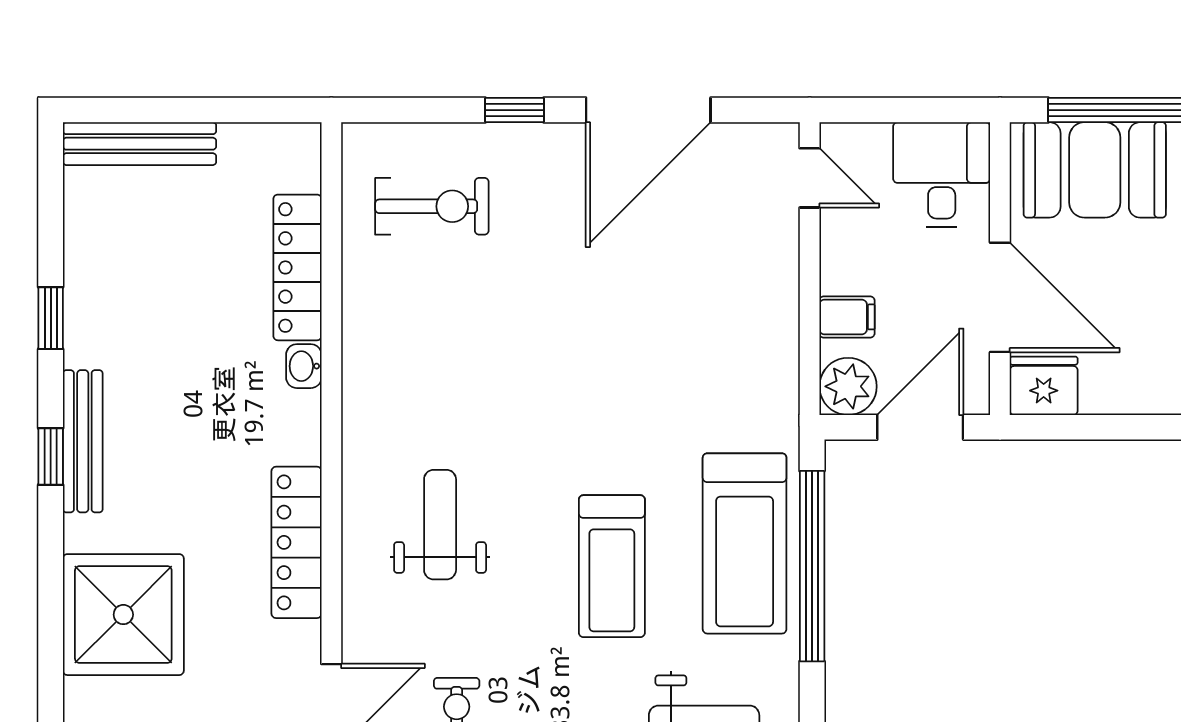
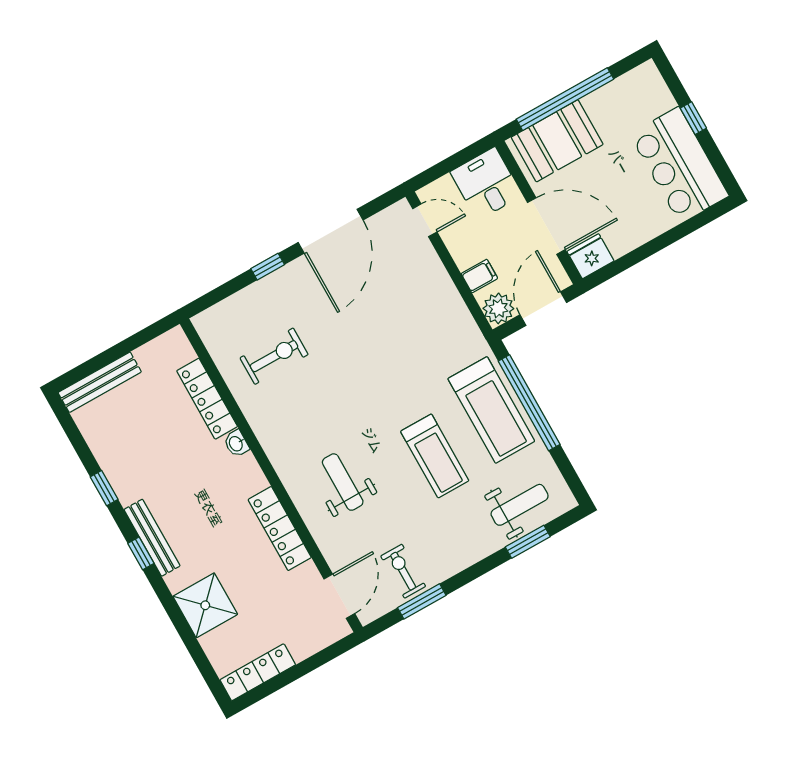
exercise bike: (432, 206) -> (274, 356), moved
shower: (123, 615) -> (205, 605), width x0.73, depth x0.73

